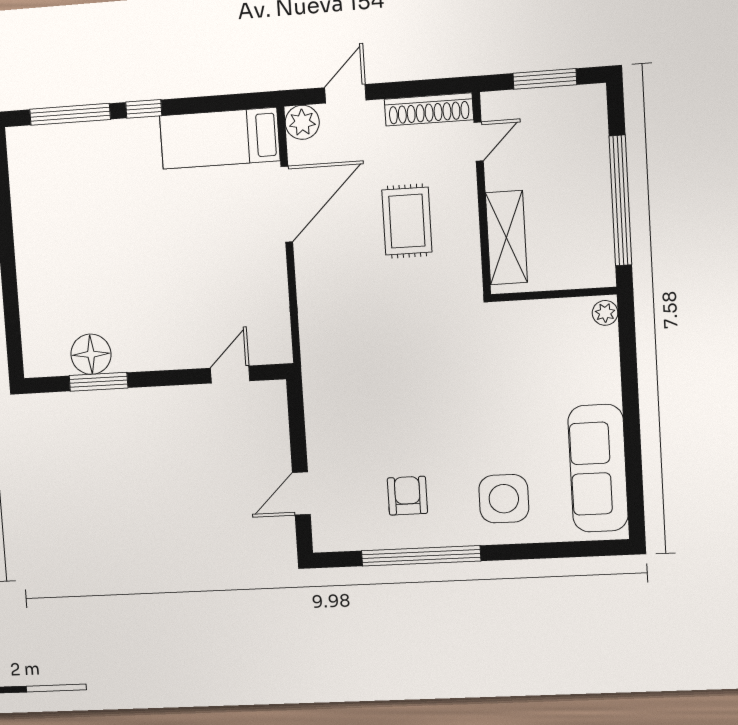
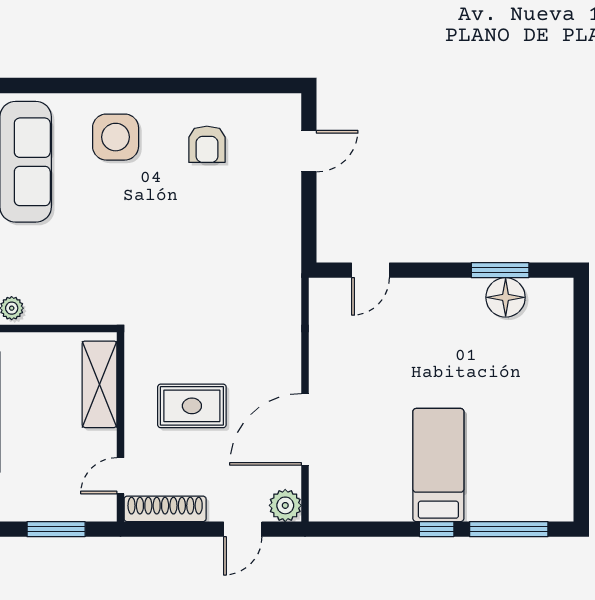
bed: (220, 138) -> (438, 465), moved, turned -90
rug: (407, 221) -> (192, 406), turned 90
window: (421, 556) -> (197, 85), removed

